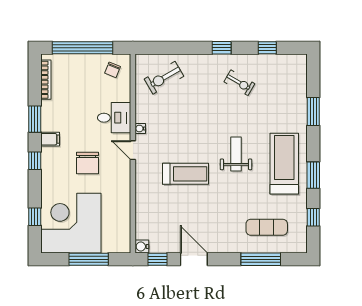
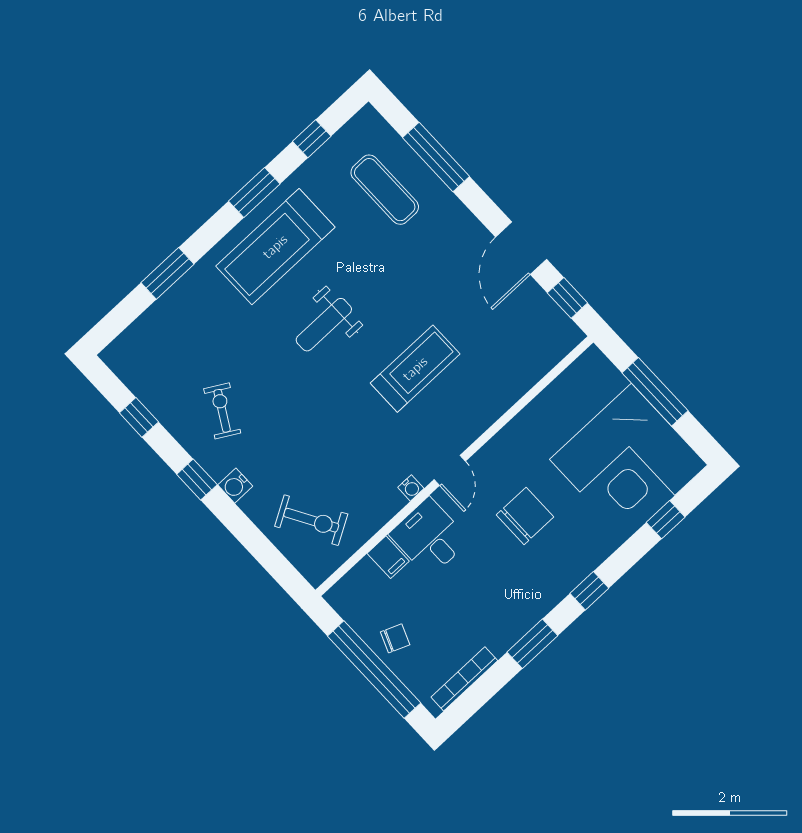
chair: (113, 70) -> (395, 638), moved
filing cabinet: (50, 139) -> (388, 557), moved, turned 180
treadmill: (185, 174) -> (415, 369), turned 90
water cooler: (142, 246) -> (235, 486), moved, turned 90

